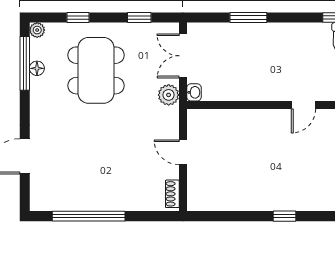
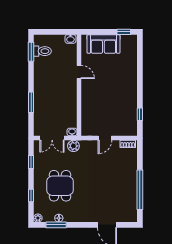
window: (25, 63) -> (56, 225), width x0.69
dining table: (96, 70) -> (60, 186), width x0.73
window: (284, 216) -> (140, 114), moved

